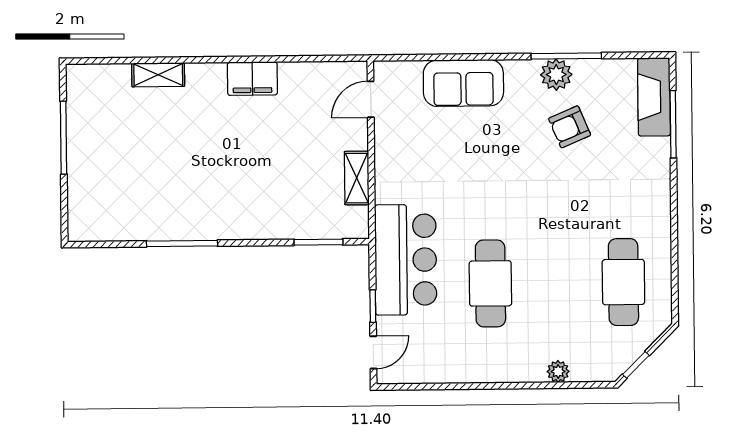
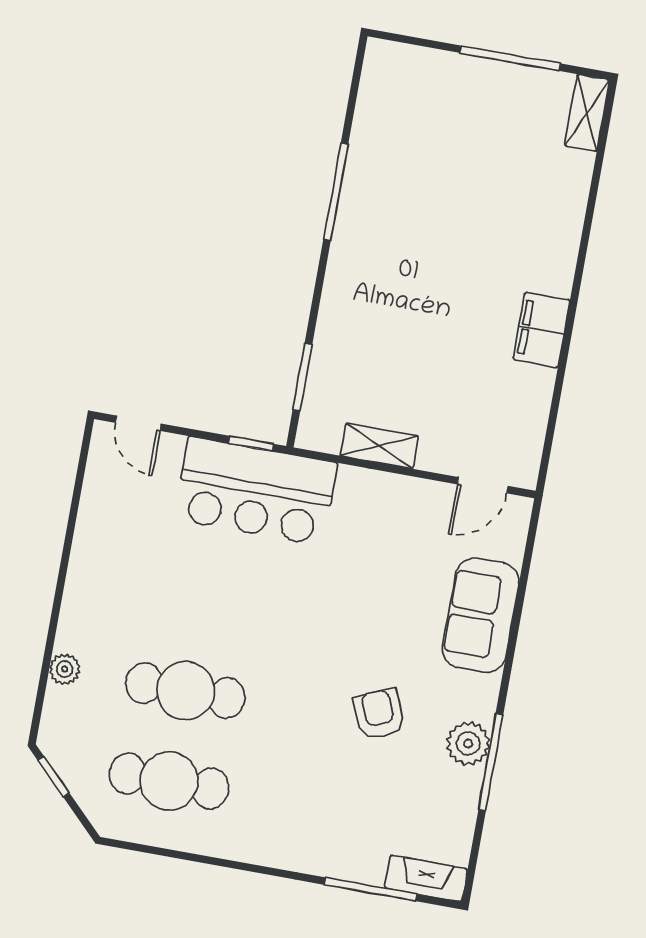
shelving: (158, 75) -> (587, 113), moved
fireplace: (654, 97) -> (426, 878), width x0.73, depth x0.76
door: (371, 99) -> (483, 485), swing flipped
armchair: (570, 127) -> (379, 714), moved
cafe table: (490, 283) -> (185, 691), moved
window: (373, 306) -> (251, 444), moved

